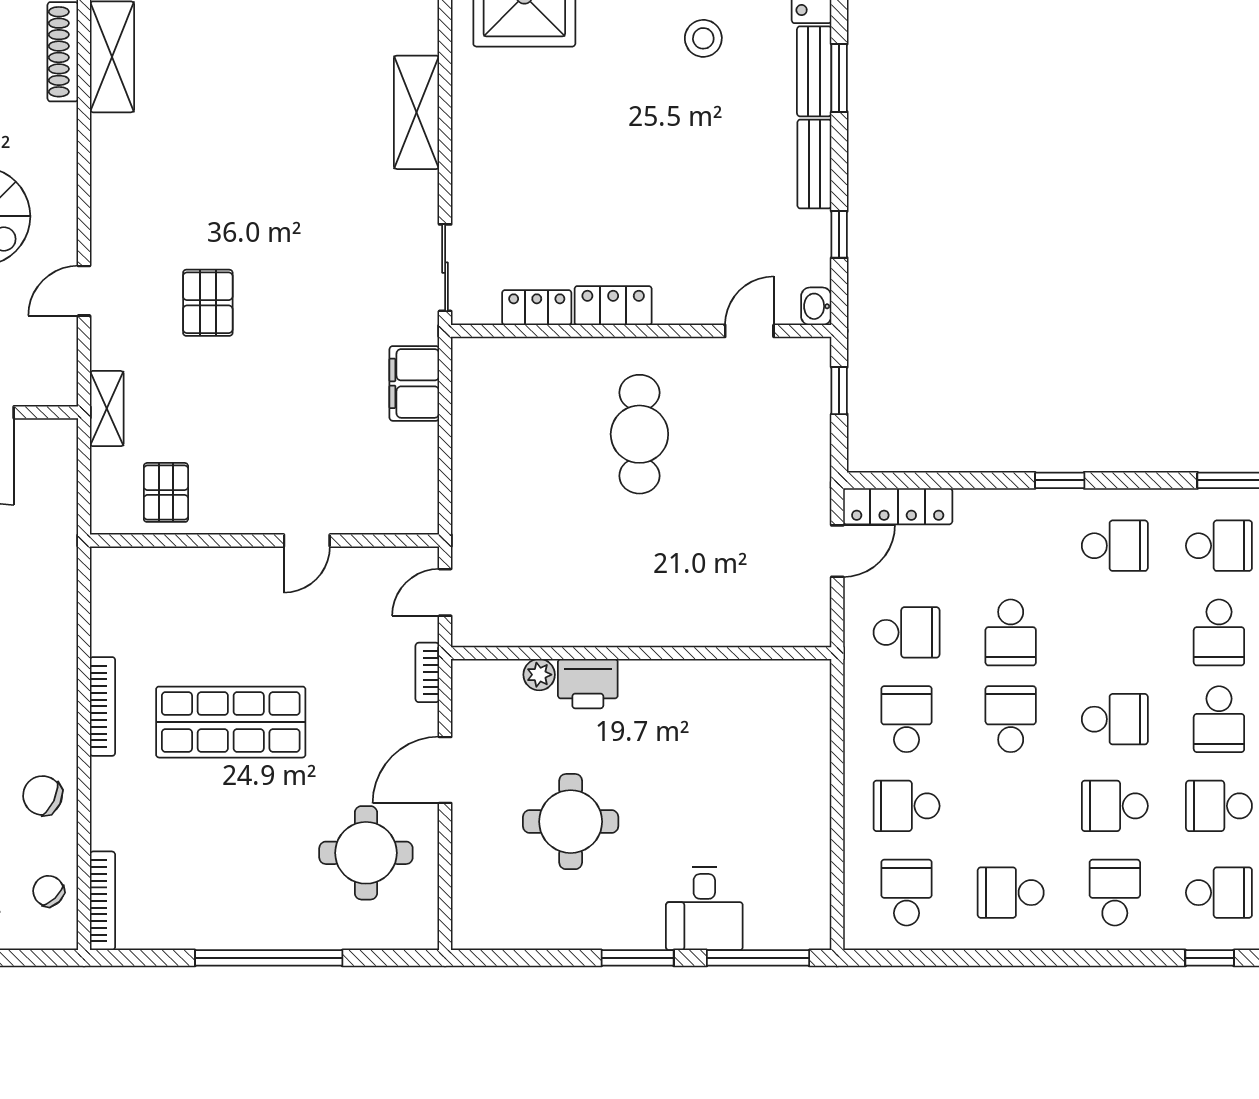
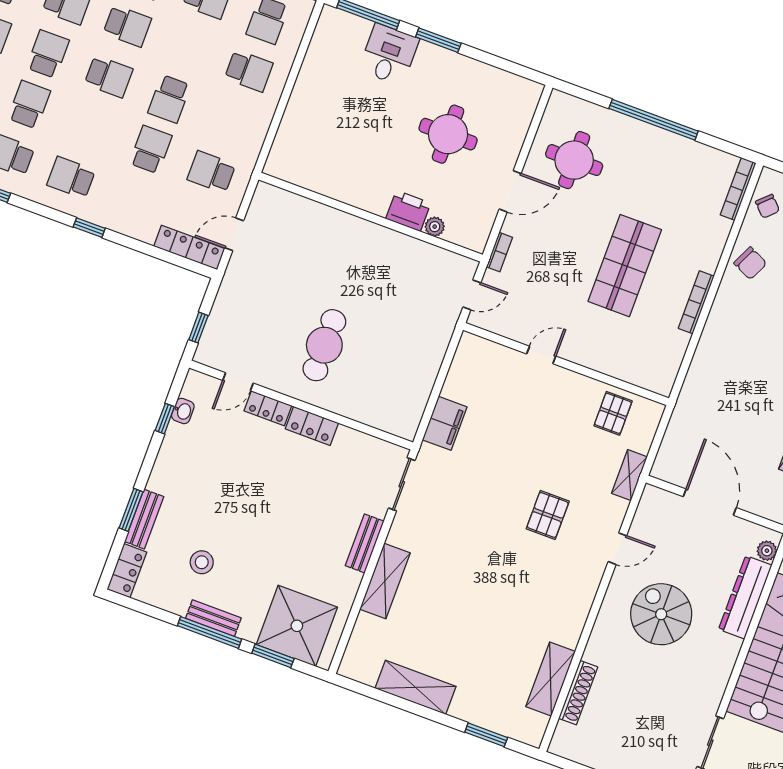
bench: (814, 164) -> (365, 543), moved
washbasin: (816, 306) -> (183, 411), moved
locker: (537, 308) -> (268, 408), moved
school desk: (907, 719) -> (230, 121), removed
school desk: (1115, 719) -> (109, 76), turned 180
shop shelf: (231, 722) -> (625, 266), turned 90

